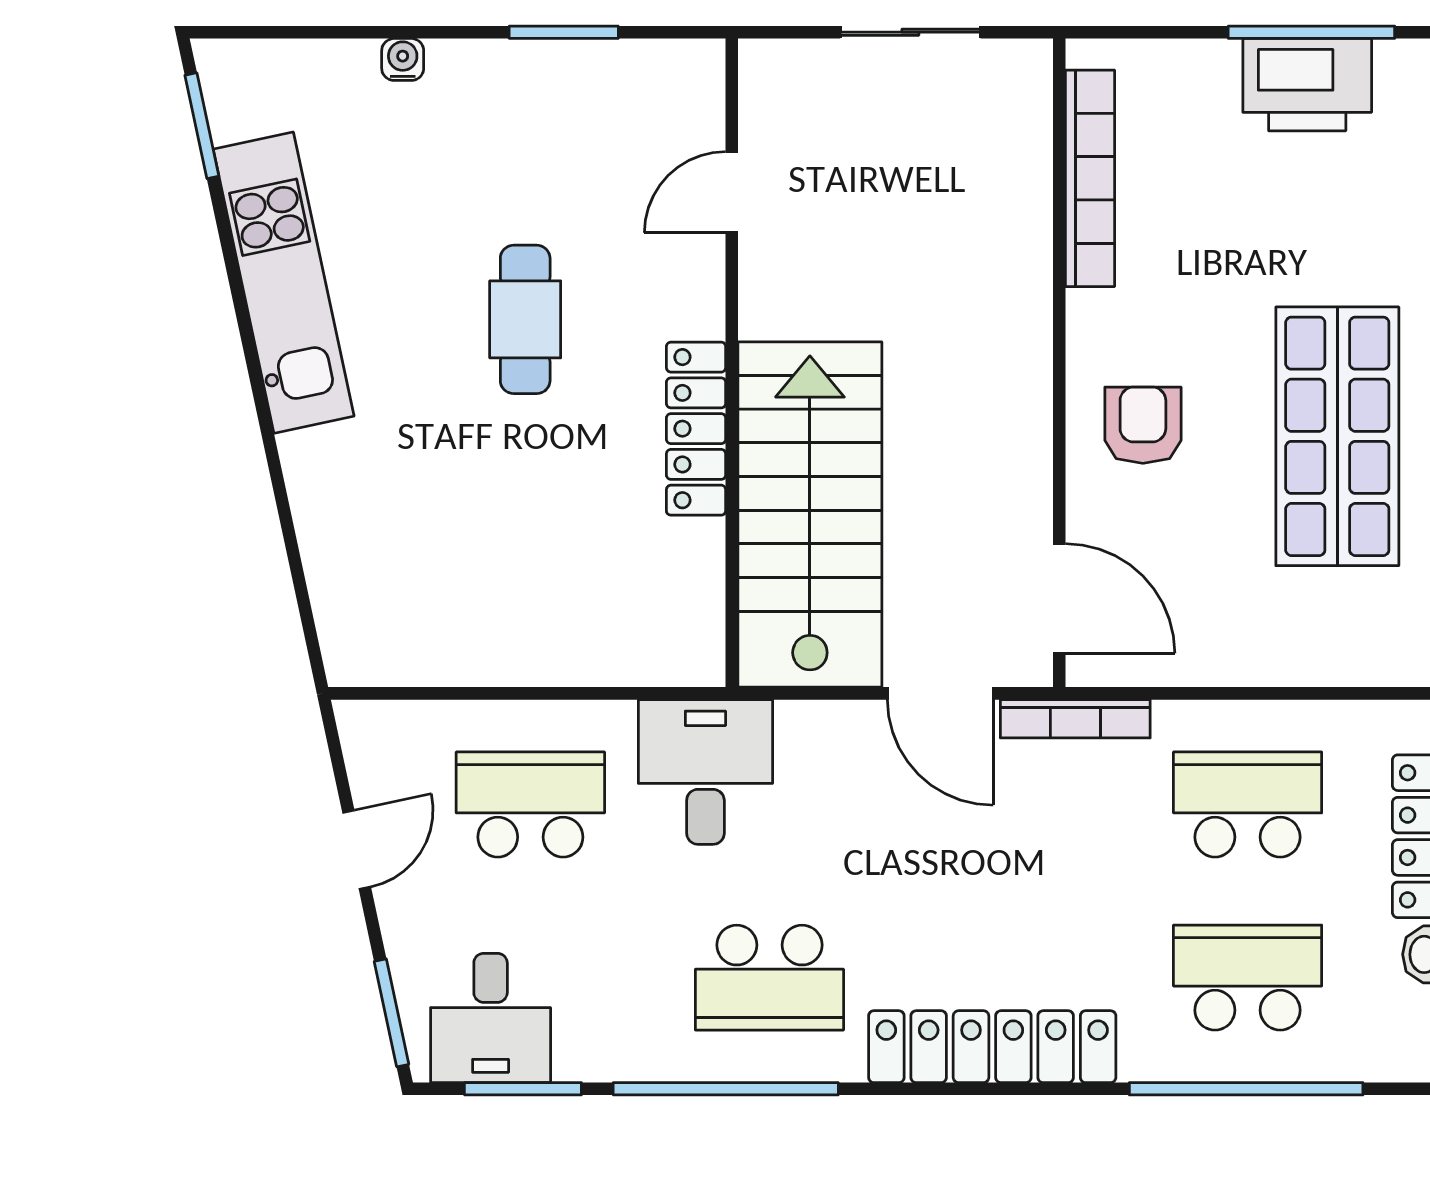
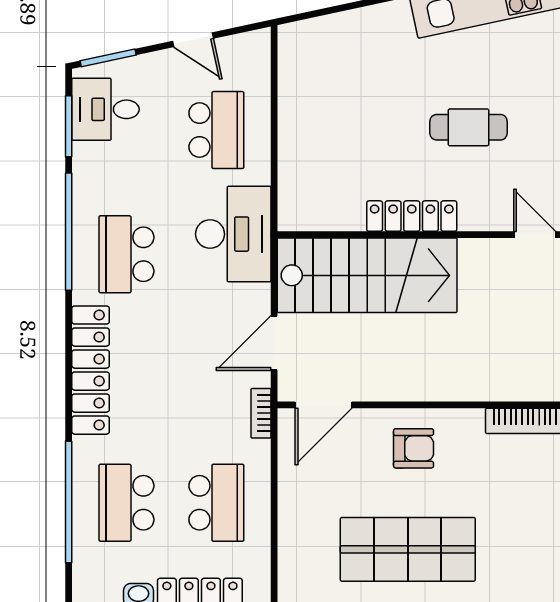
bookcase: (1075, 719) -> (261, 413), width x0.64
desk: (705, 772) -> (233, 234), width x1.37
school desk: (1248, 978) -> (126, 503), turned 180

